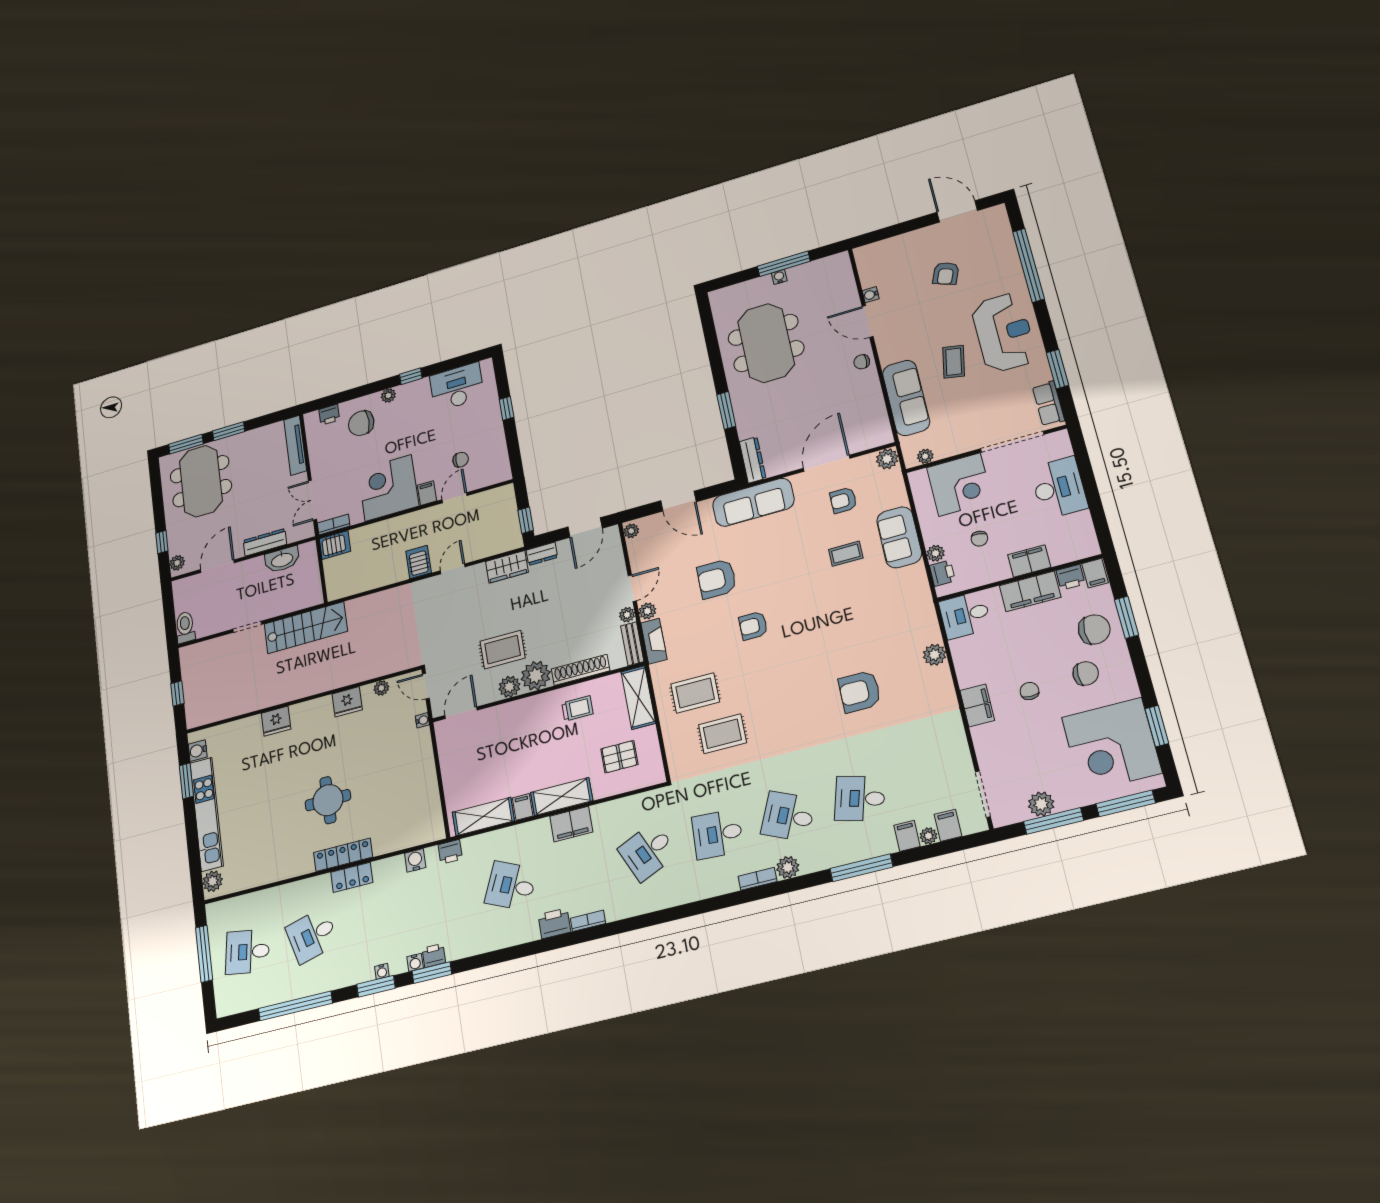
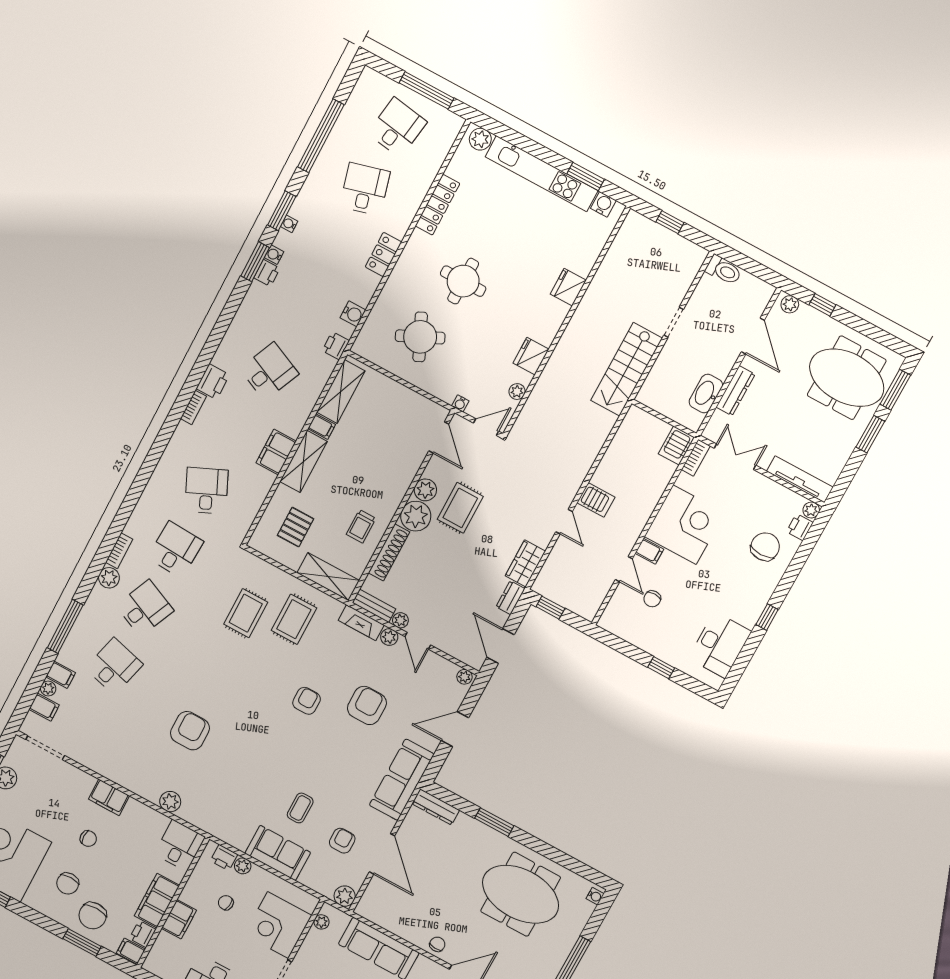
water cooler: (779, 277) -> (595, 896), moved
plant: (388, 395) -> (811, 510), moved
round table: (394, 794) -> (420, 337), added
locker: (343, 855) -> (437, 205), moved

